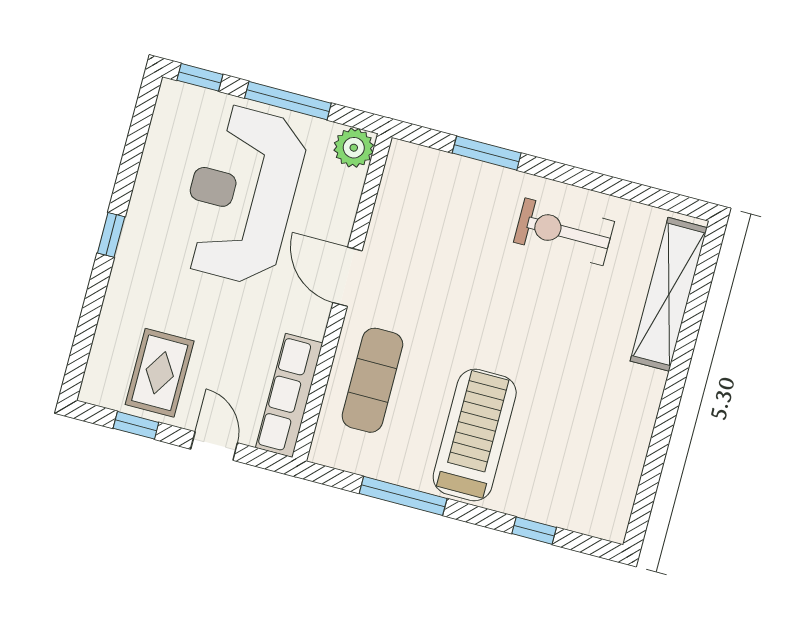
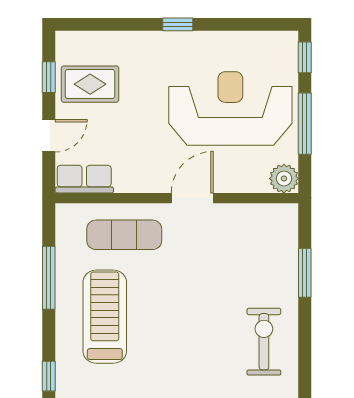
row of seats: (289, 395) -> (84, 179), width x0.68
treadmill: (475, 435) -> (105, 317), turned -90

